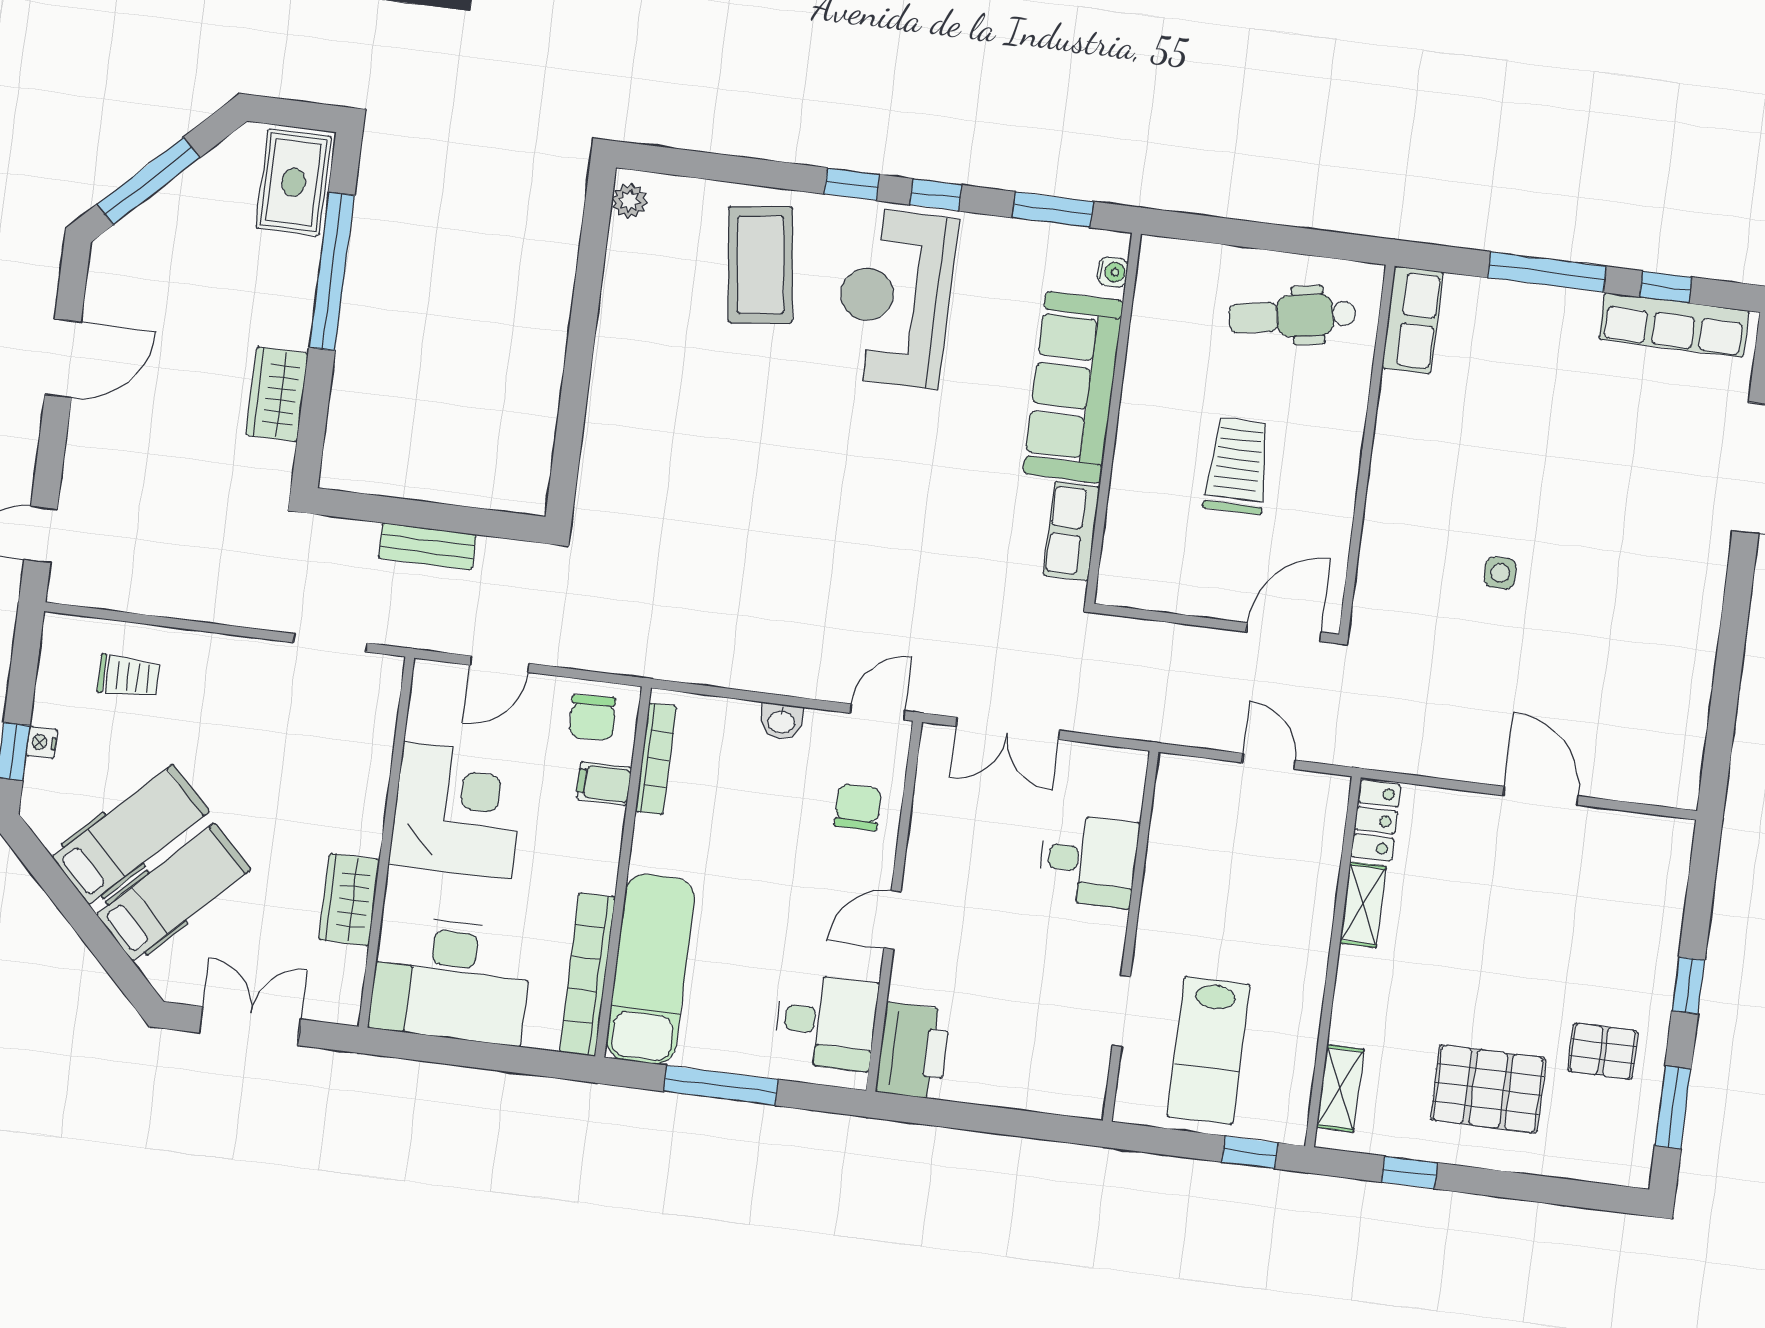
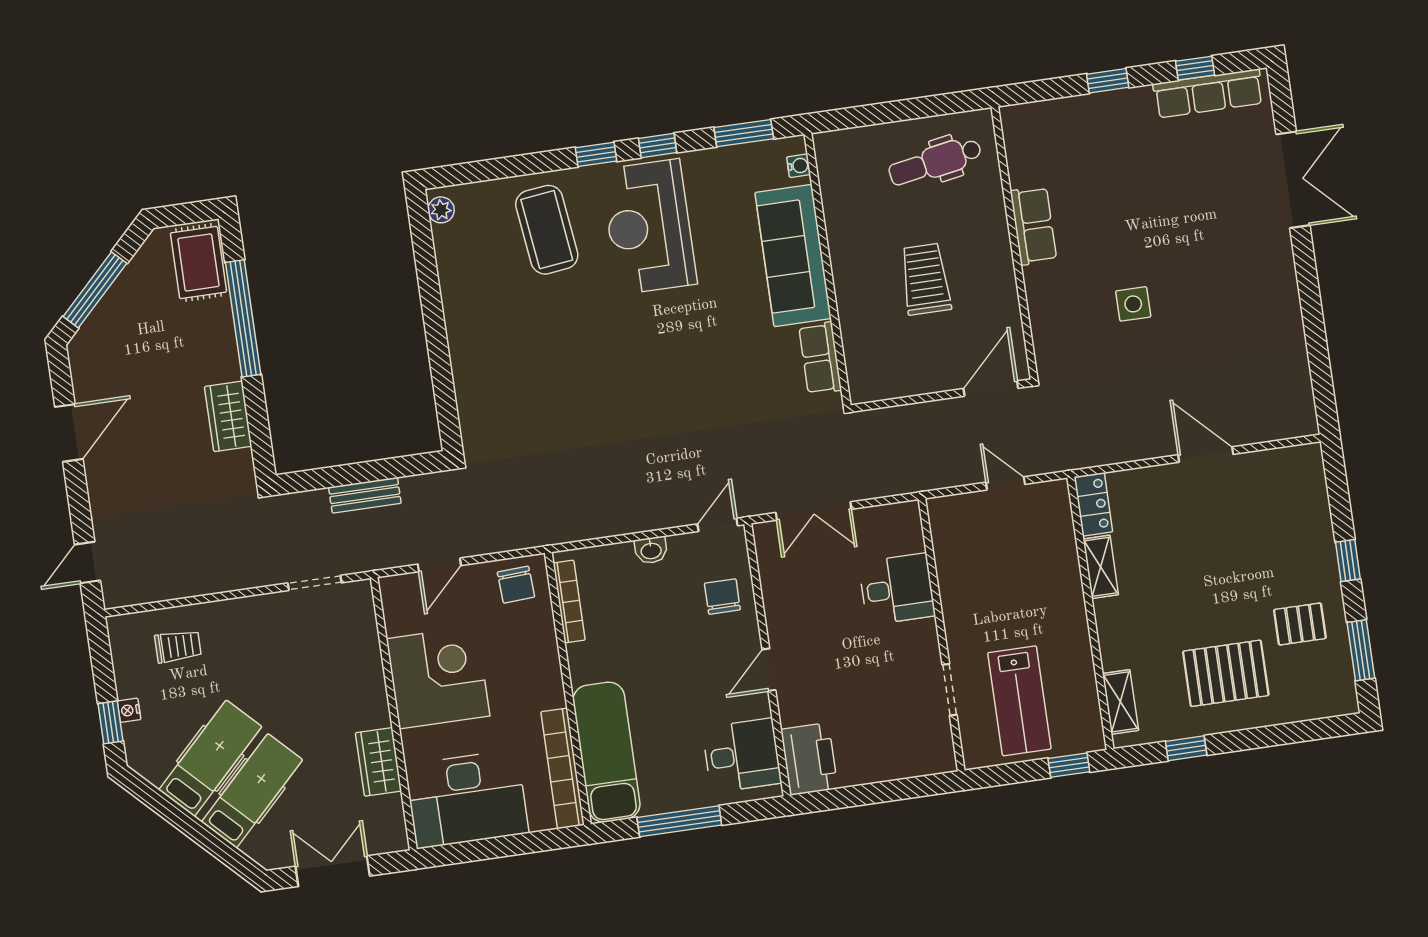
window: (1547, 272) -> (1108, 81), width x0.46
row of seats: (1413, 320) -> (1033, 226), moved
side table: (1500, 573) -> (1133, 304), width x1.37, depth x1.37
filing cabinet: (604, 783) -> (537, 629), removed

